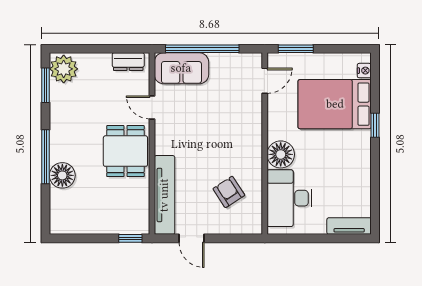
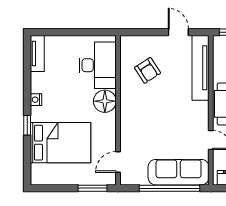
sofa: (181, 68) -> (179, 172), width x1.36
nightstand: (364, 71) -> (36, 100), moved
tv unit: (349, 226) -> (37, 53), moved, turned -90

